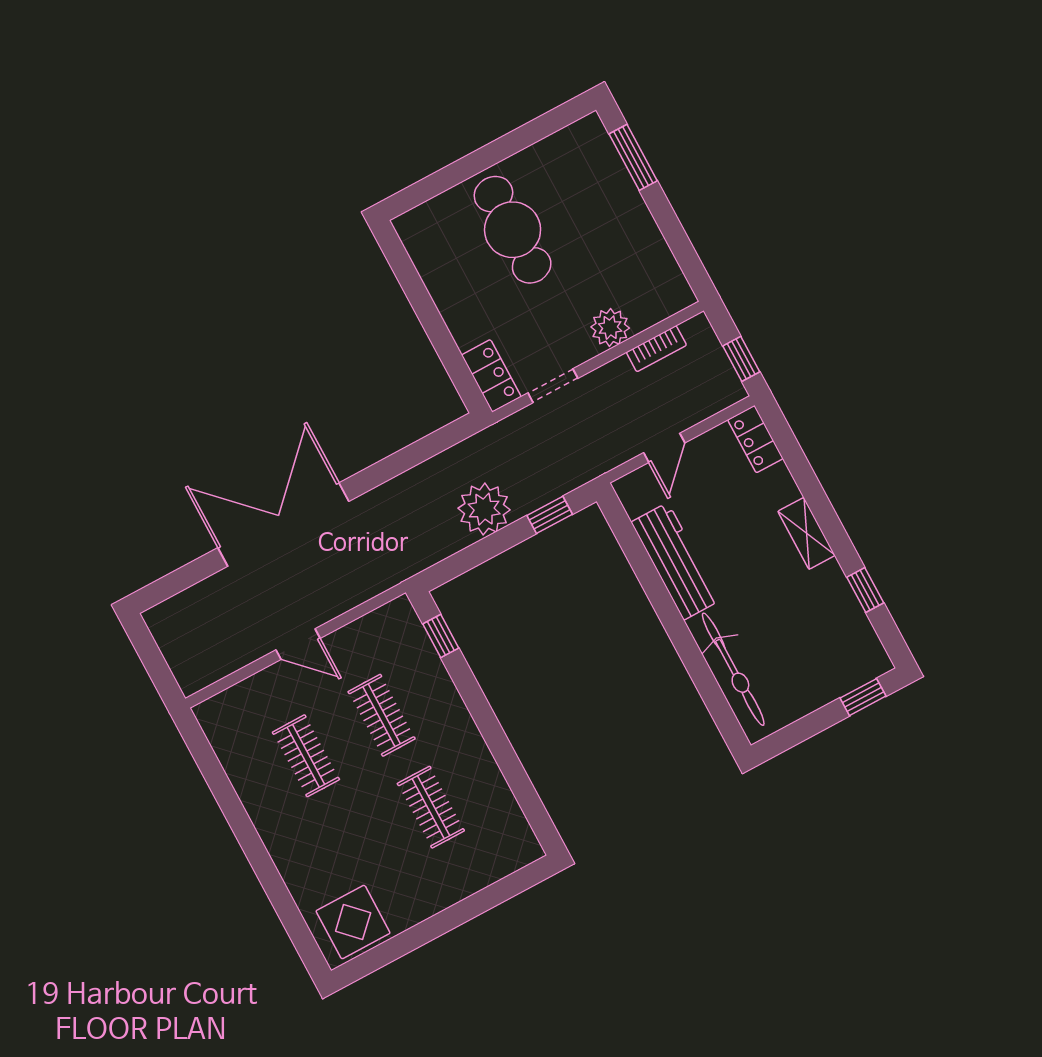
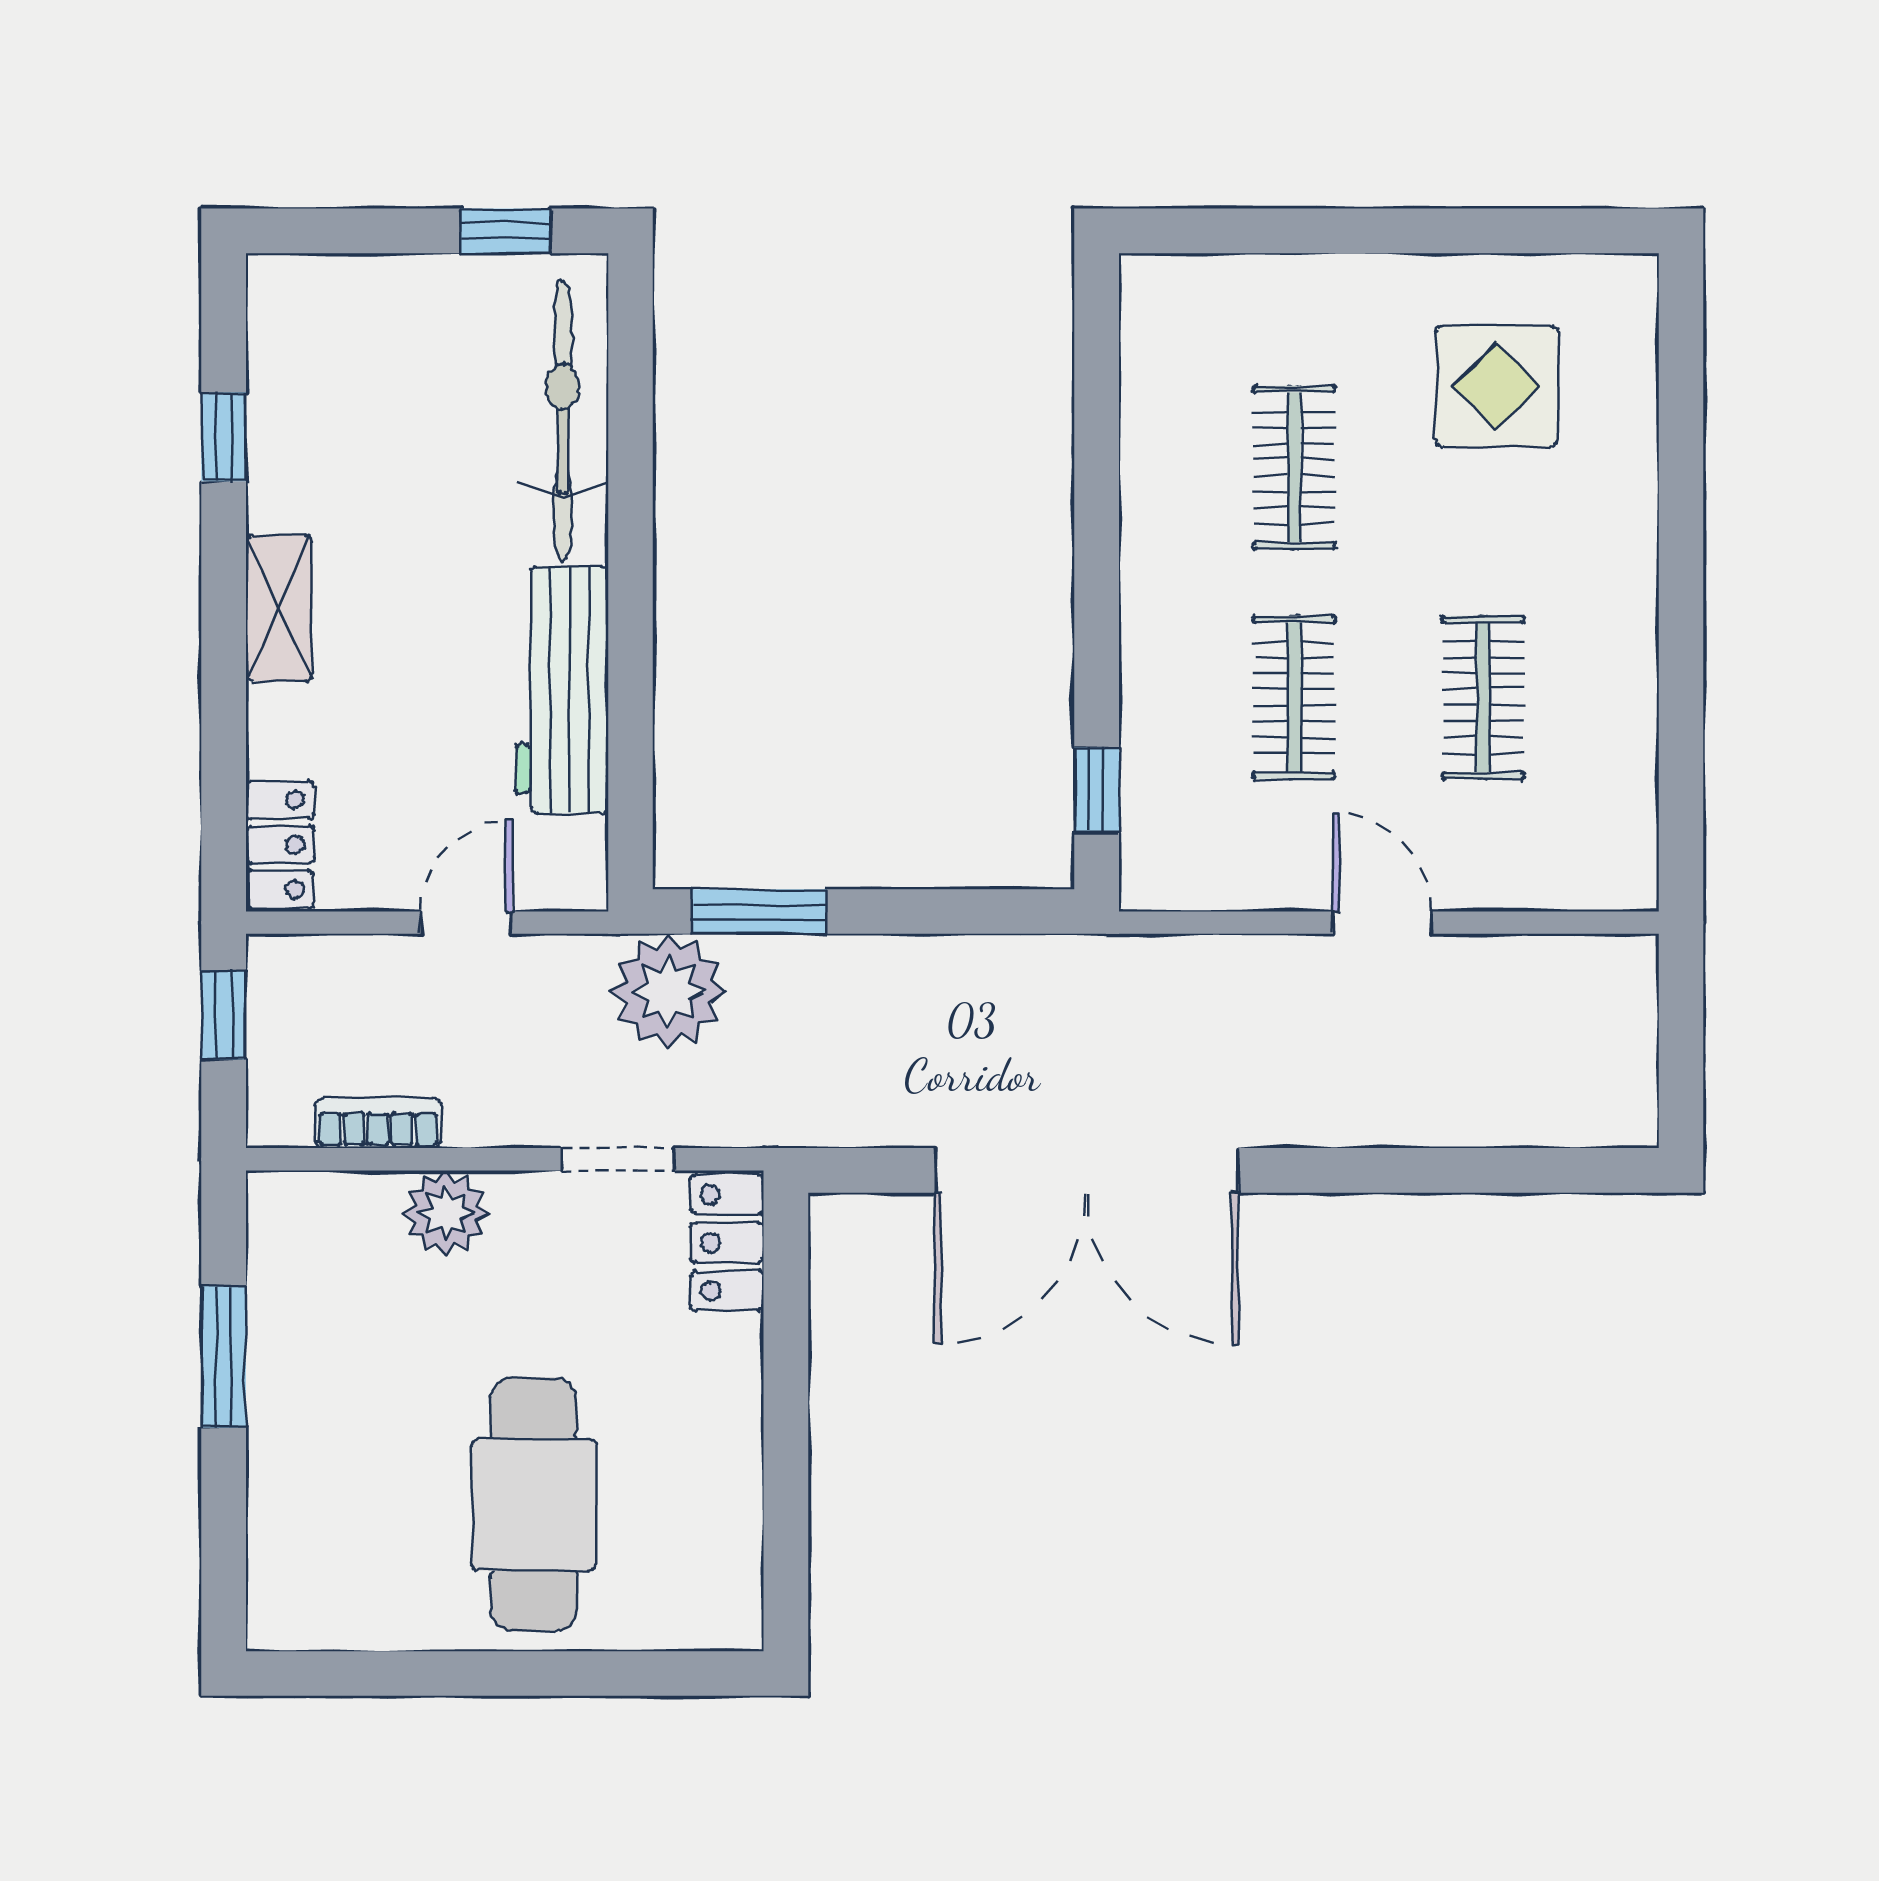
window: (633, 157) -> (224, 1357), moved
plant: (484, 509) -> (668, 991), moved
window: (550, 515) -> (759, 912), width x1.50
double door: (283, 524) -> (1086, 1170), moved
window: (863, 697) -> (506, 231), moved
display table: (353, 922) -> (1496, 386), moved

